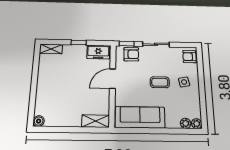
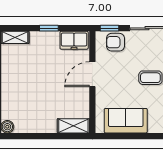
armchair: (131, 54) -> (115, 42), turned 180
sofa: (140, 117) -> (126, 121), width x0.73

